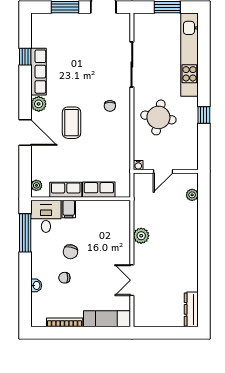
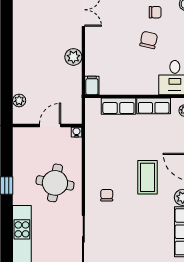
filing cabinet: (69, 209) -> (92, 85), moved

